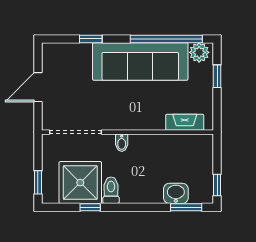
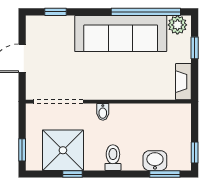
window: (91, 39) -> (56, 12), moved
fireplace: (185, 122) -> (183, 82), moved, turned -90
toilet: (111, 190) -> (113, 158), moved

